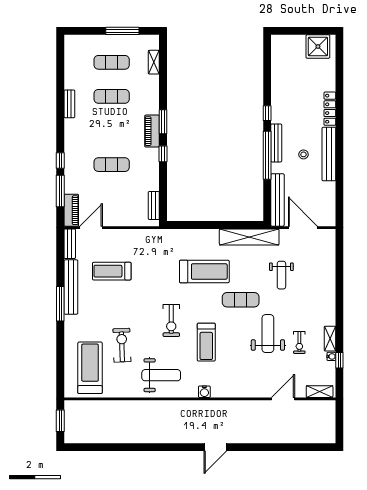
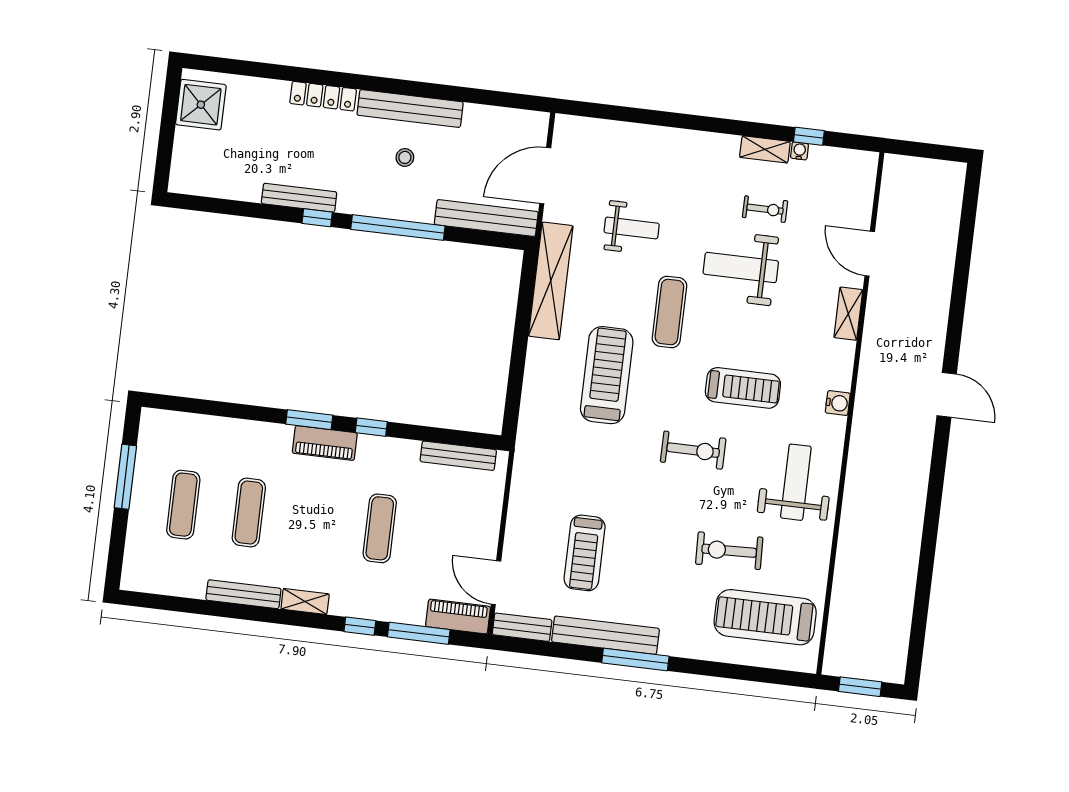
shelving: (154, 62) -> (305, 602), moved
bench: (69, 104) -> (243, 594), width x1.36
bench: (276, 143) -> (299, 198), moved
bench: (154, 205) -> (458, 456), width x1.36
shelving: (320, 392) -> (848, 314), moved

